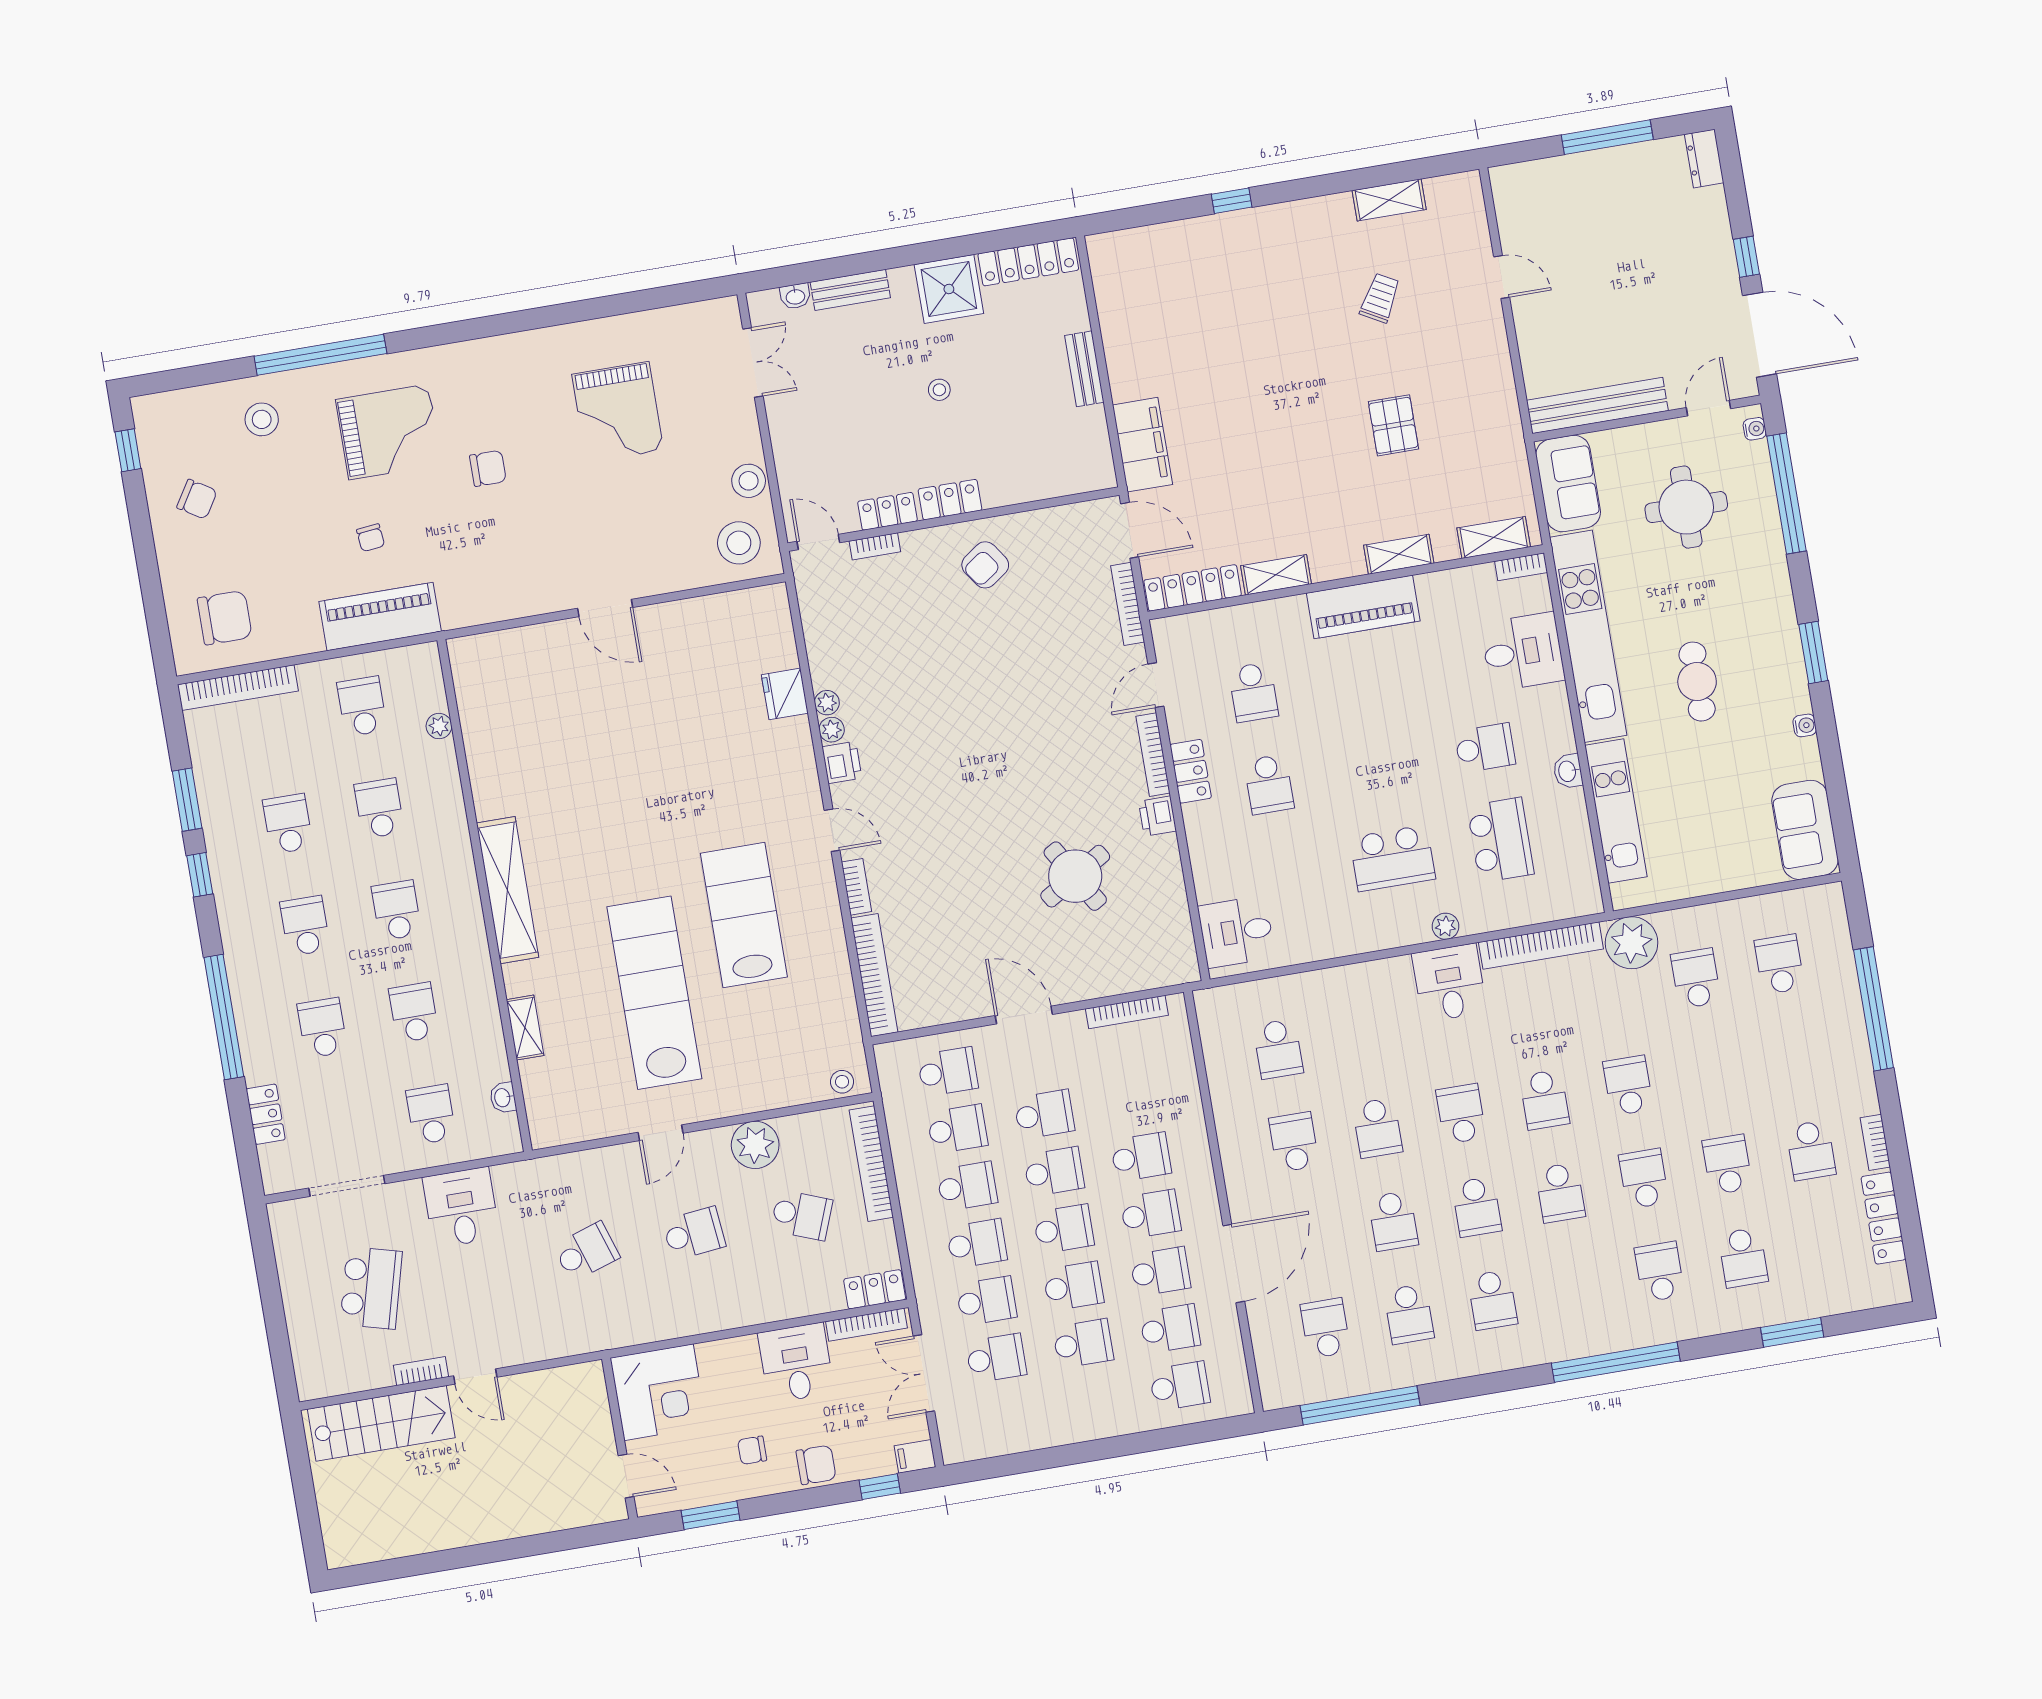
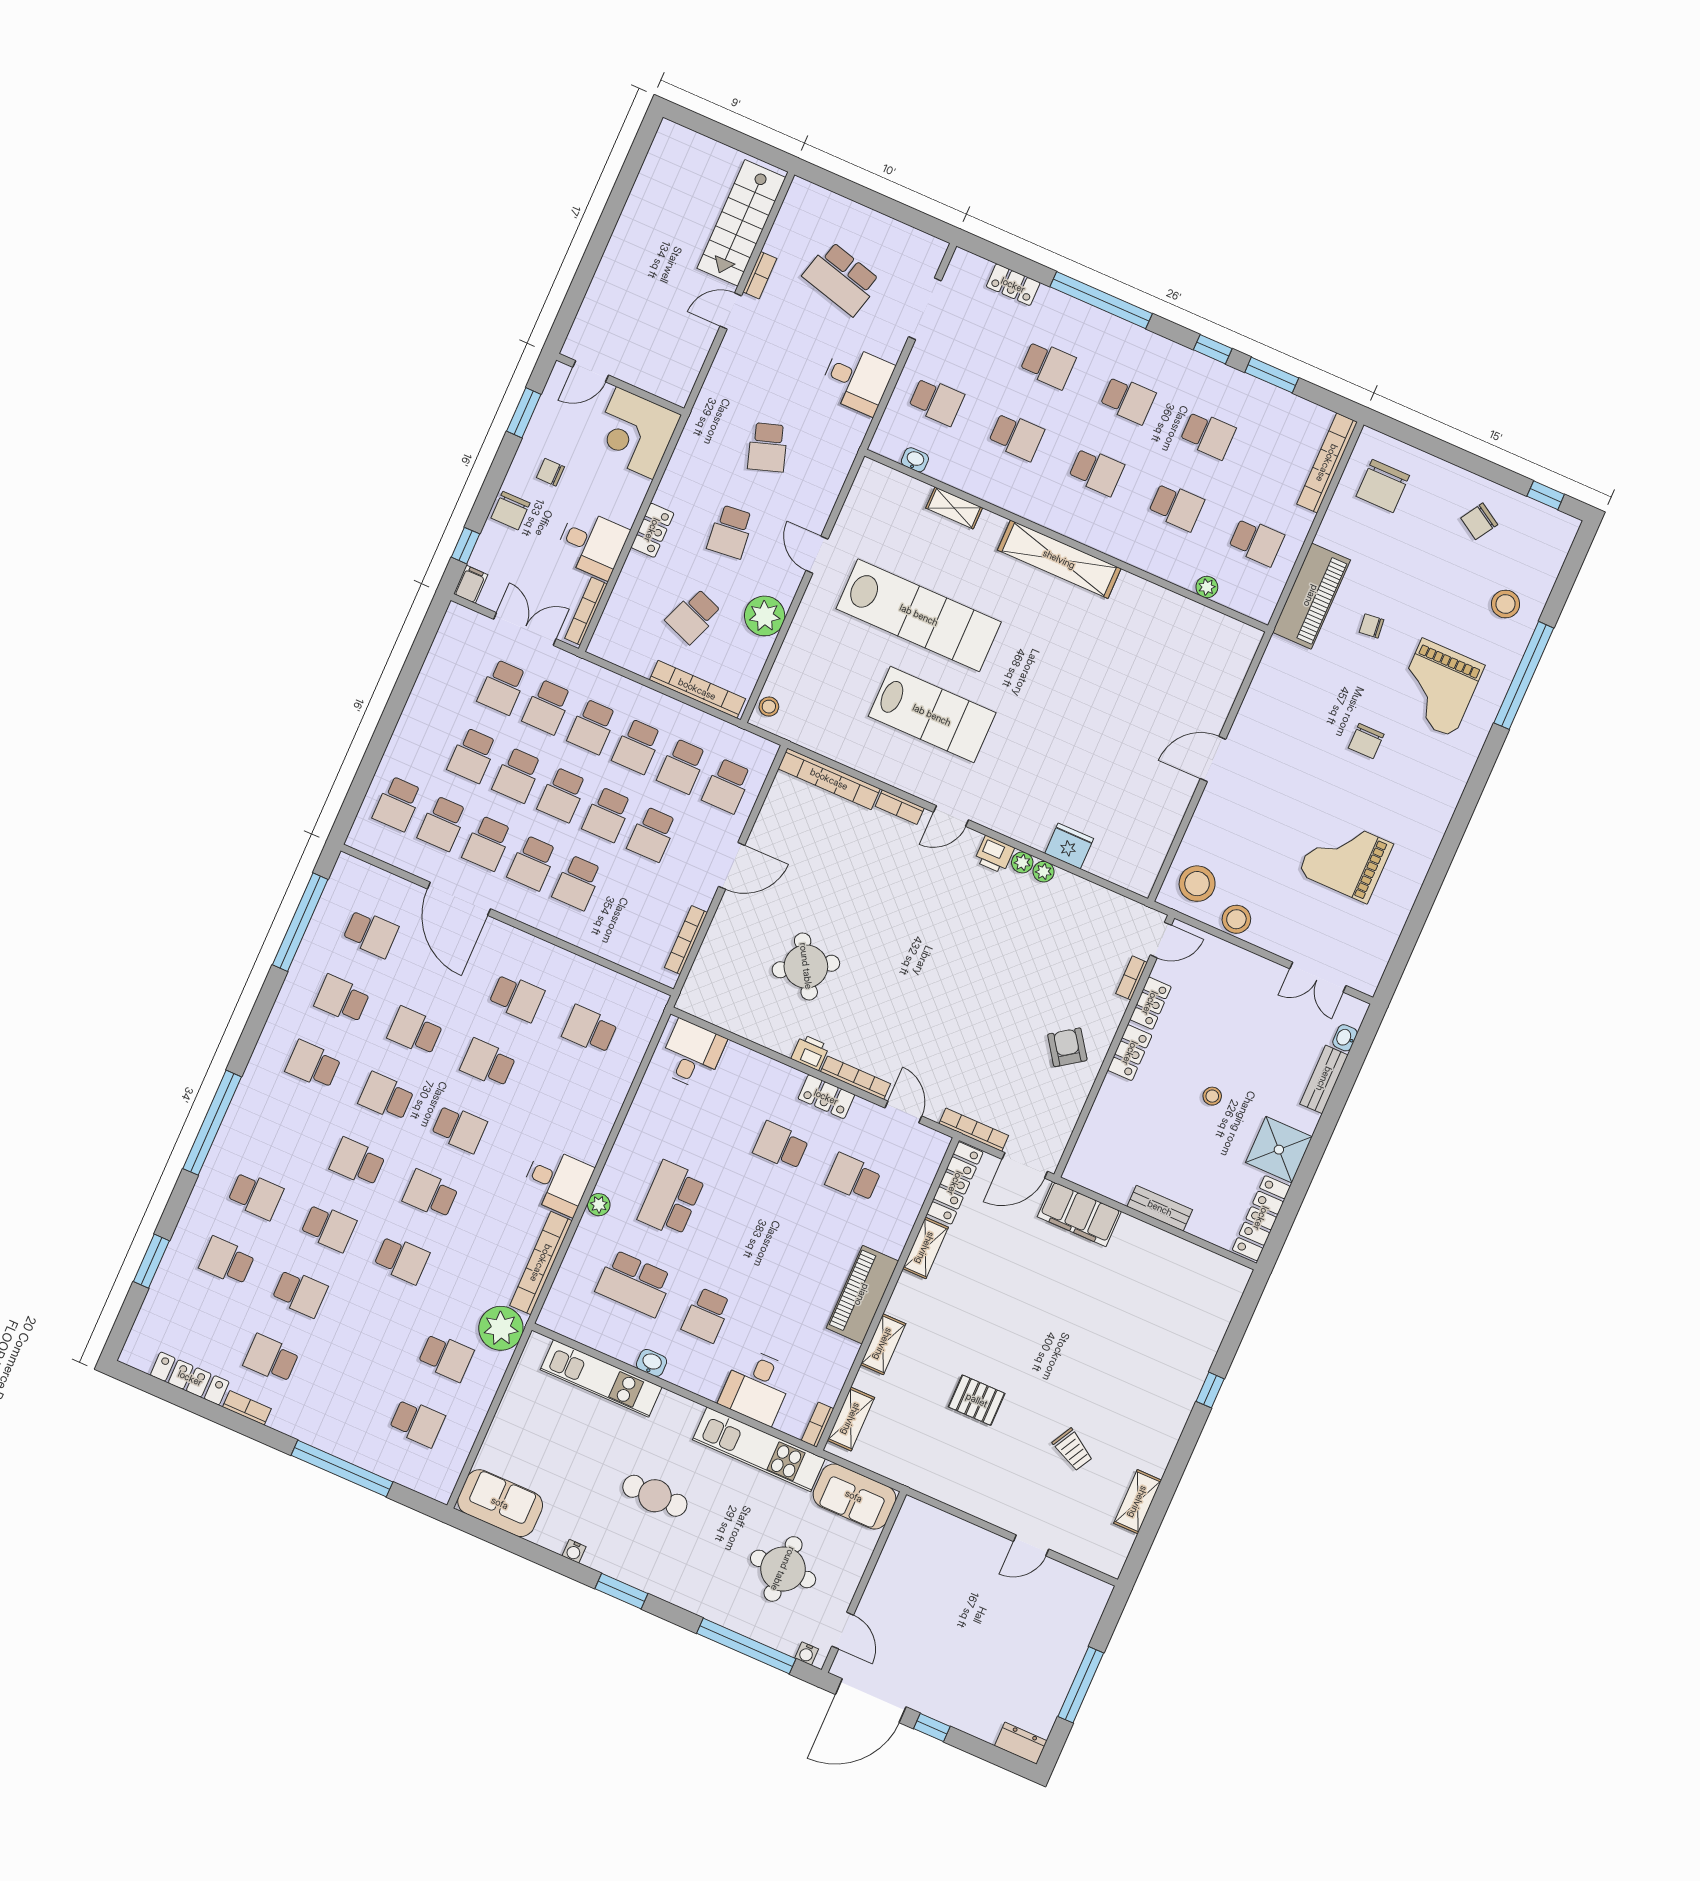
bench: (1597, 405) -> (896, 1553), removed
kitchen unit: (1588, 636) -> (759, 1449), width x0.73
locker: (875, 1289) -> (652, 530), moved
chair: (752, 1450) -> (550, 472), turned -90

